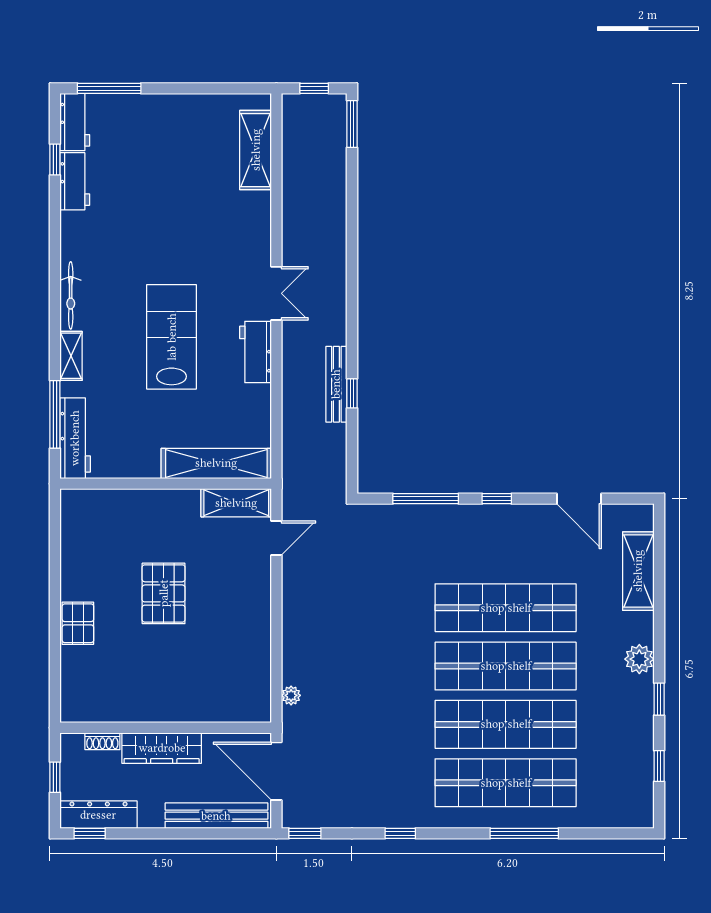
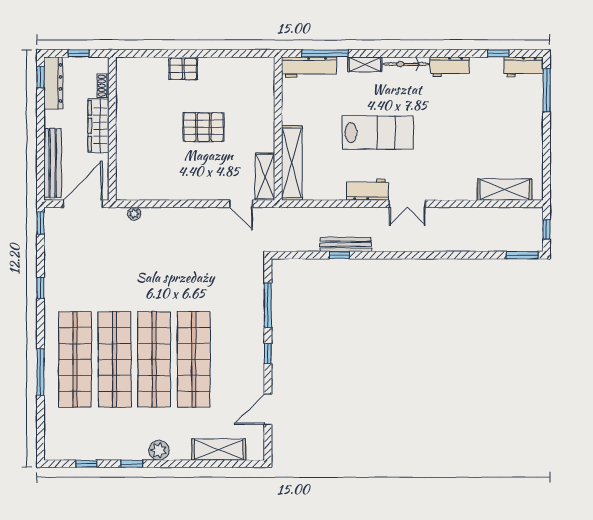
workbench: (75, 181) -> (450, 67), moved

